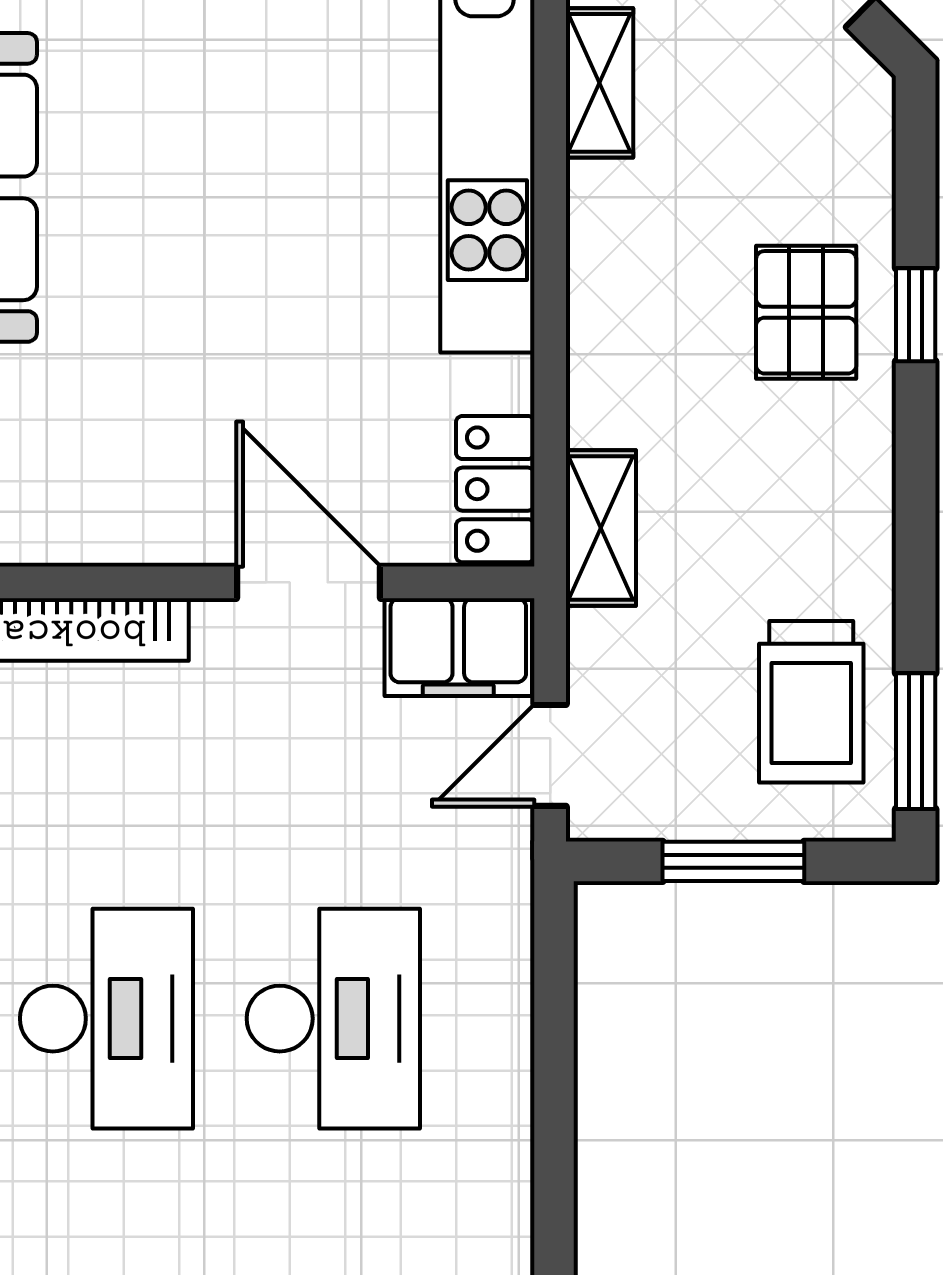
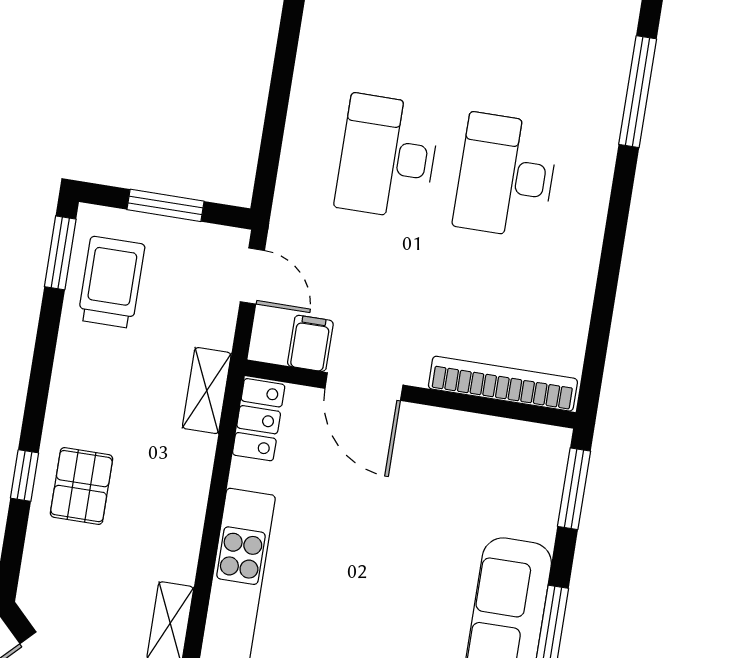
filing cabinet: (458, 647) -> (310, 343), width x0.50
door: (550, 755) -> (252, 276), hinge flipped

